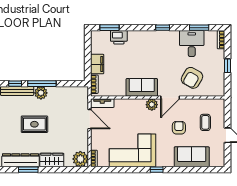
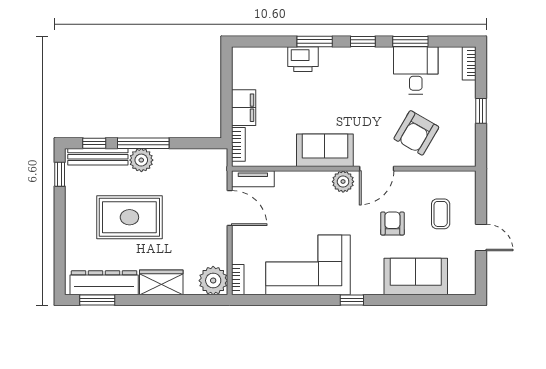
window: (110, 28) -> (315, 41), moved
window: (199, 28) -> (410, 41), moved
printer: (119, 37) -> (303, 59), moved
rug: (34, 124) -> (129, 217), width x1.36, depth x1.43
window: (28, 170) -> (97, 300), moved

